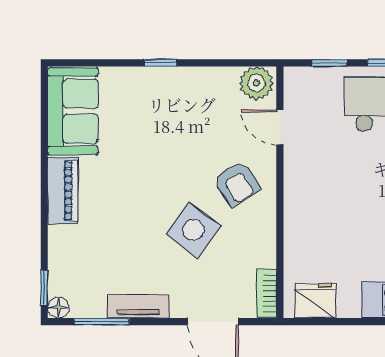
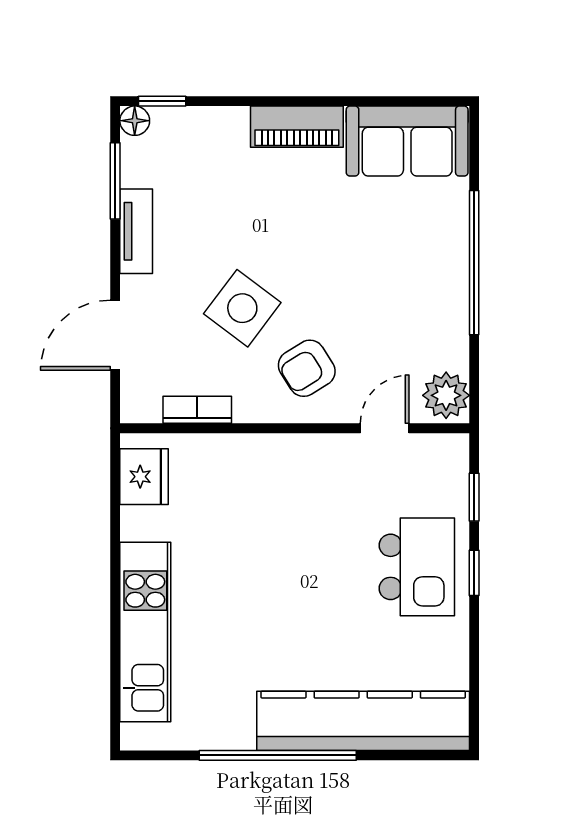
window: (161, 63) -> (474, 263), width x3.17
bookcase: (267, 294) -> (197, 410), moved

